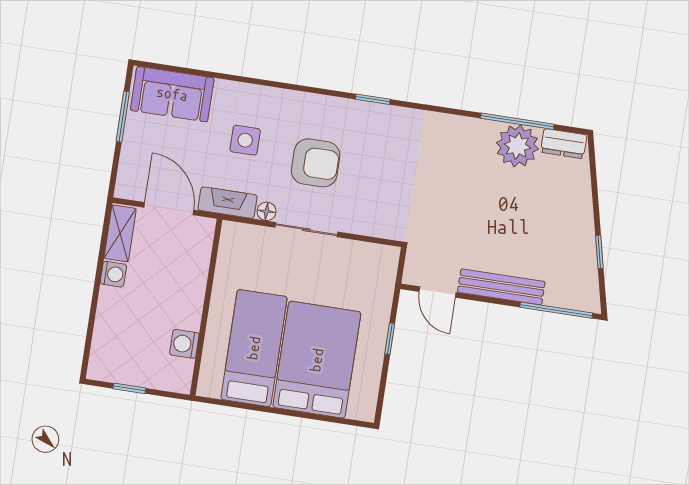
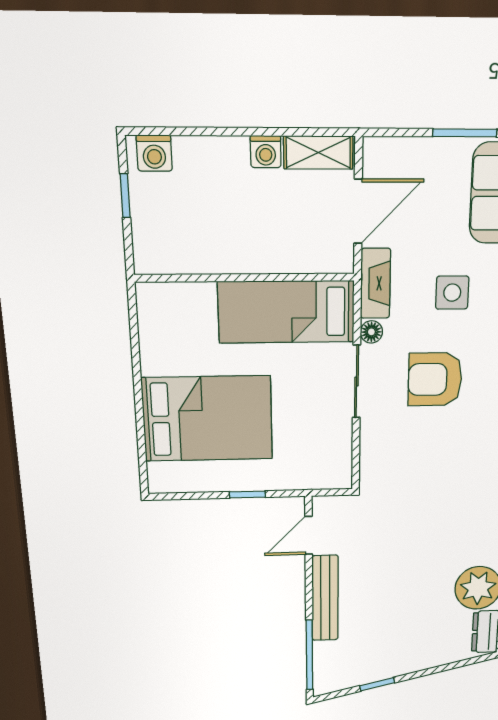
armchair: (316, 163) -> (435, 379), turned 90
washing machine: (184, 344) -> (154, 153), moved, turned 180
bed: (254, 348) -> (286, 312), moved, turned 180

